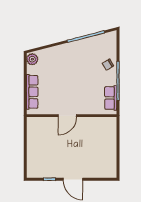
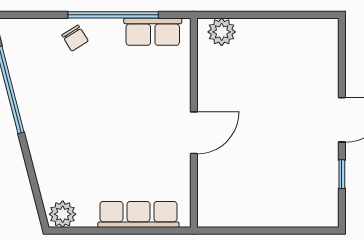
door: (67, 116) -> (194, 133), hinge flipped
plant: (111, 128) -> (222, 32), added

